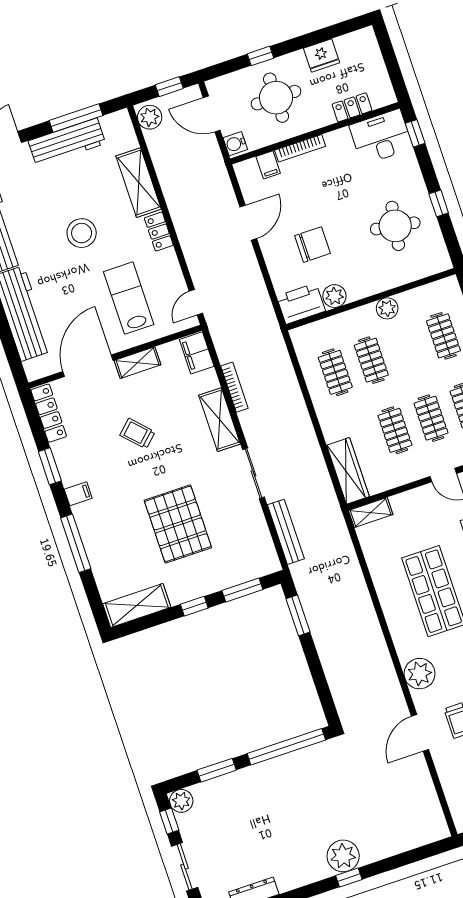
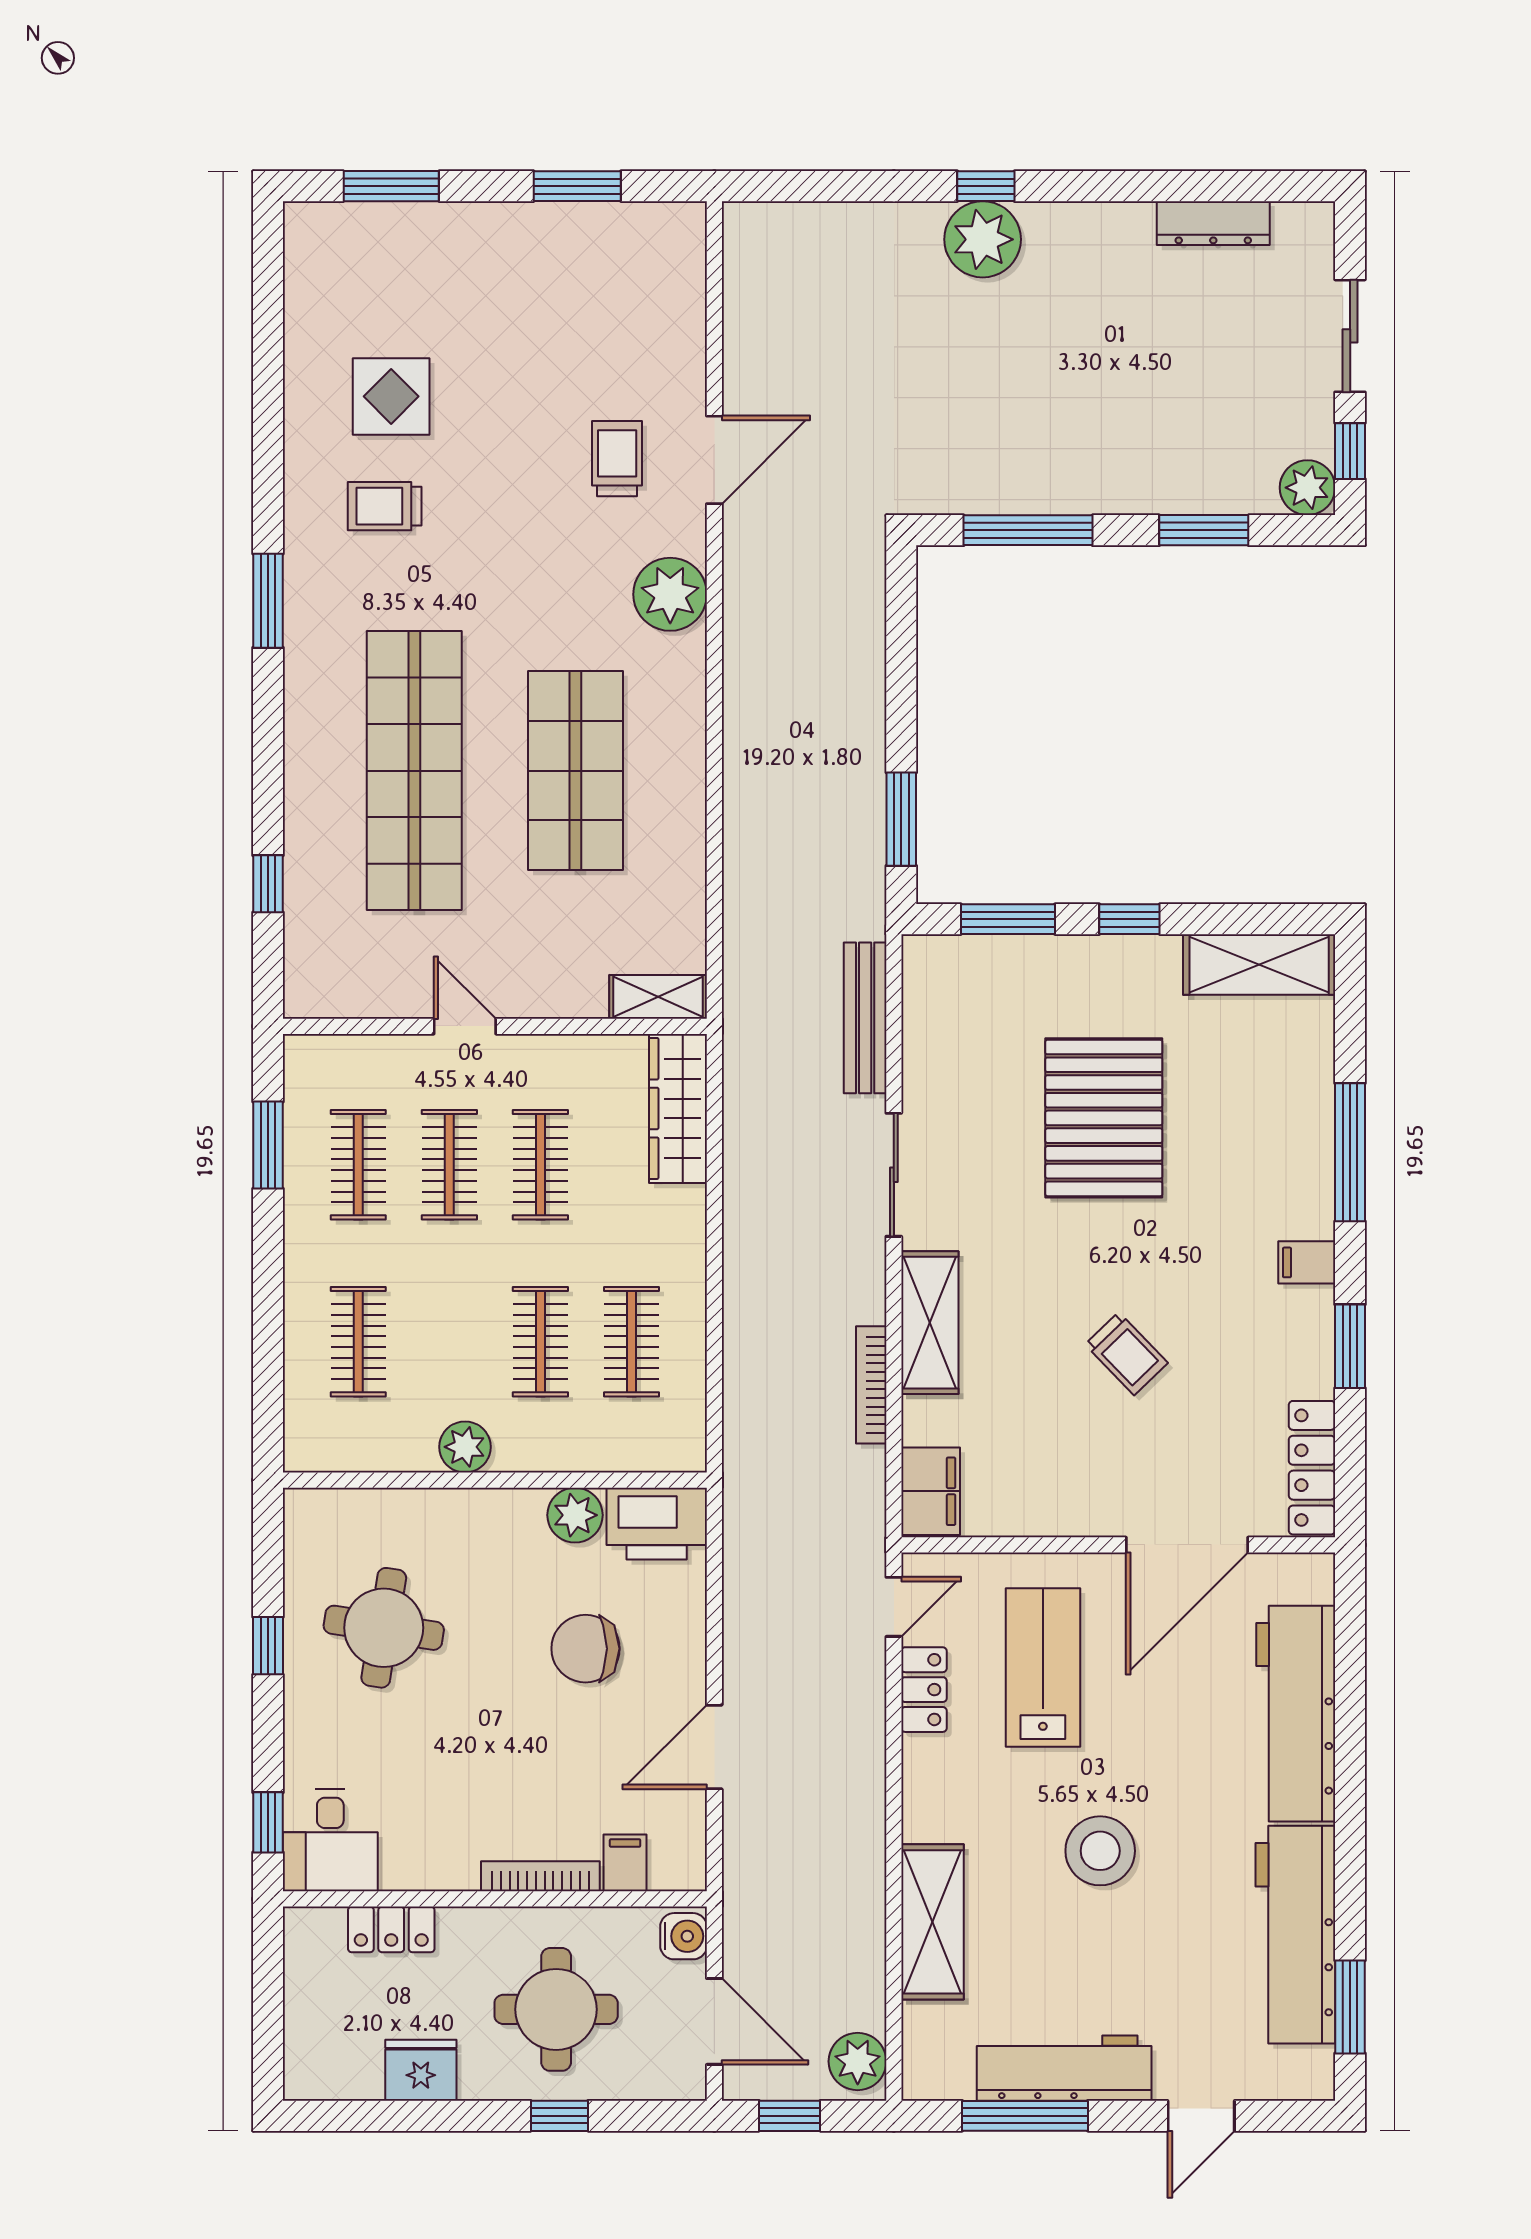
desk: (381, 137) -> (330, 1840), width x0.73
locker: (159, 232) -> (924, 1690), moved
lab bench: (129, 298) -> (1043, 1668), turned 180
shelving: (138, 363) -> (1072, 1514), removed
window: (286, 747) -> (1028, 530), width x0.68

